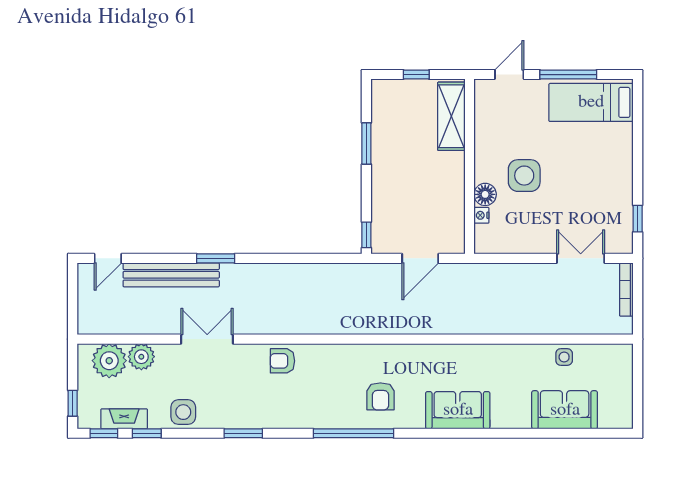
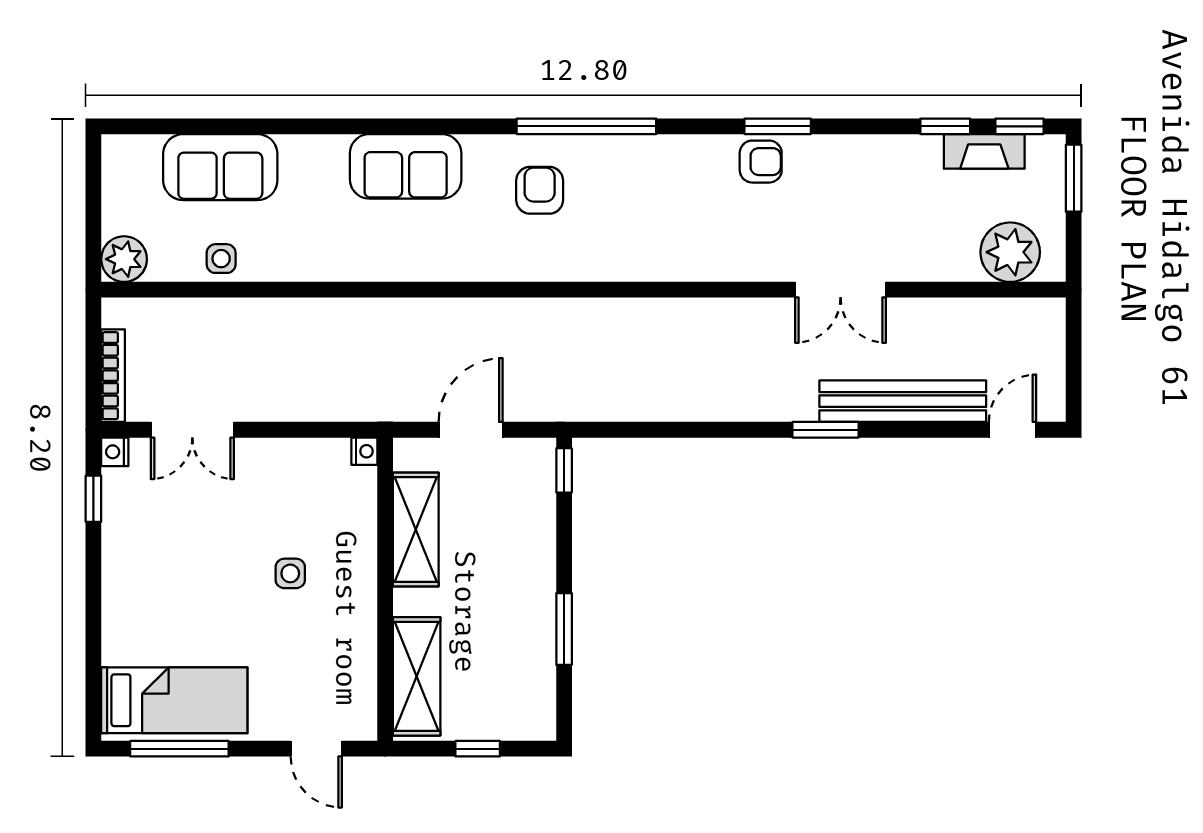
door: (509, 75) -> (316, 749), hinge flipped
window: (568, 75) -> (179, 749), moved
side table: (524, 176) -> (290, 573), width x0.54, depth x0.54
floor lamp: (485, 194) -> (358, 541), removed
shelving: (452, 201) -> (416, 530), added
nightstand: (481, 215) -> (364, 451), moved
nightstand: (625, 246) -> (115, 452), added
plant: (141, 357) -> (124, 259), moved
armchair: (282, 361) -> (761, 162), moved
window: (73, 403) -> (1074, 178), width x1.50
side table: (183, 412) -> (882, 163), removed

